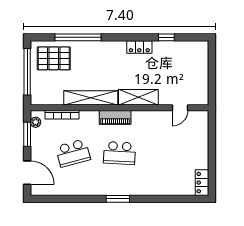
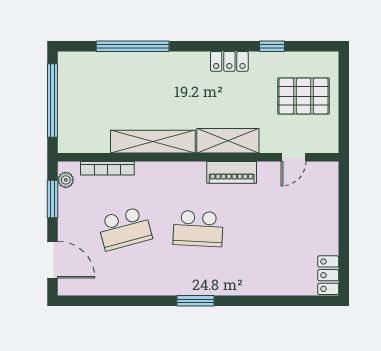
pallet: (54, 58) -> (304, 96), moved
piano: (115, 117) -> (232, 172), moved

